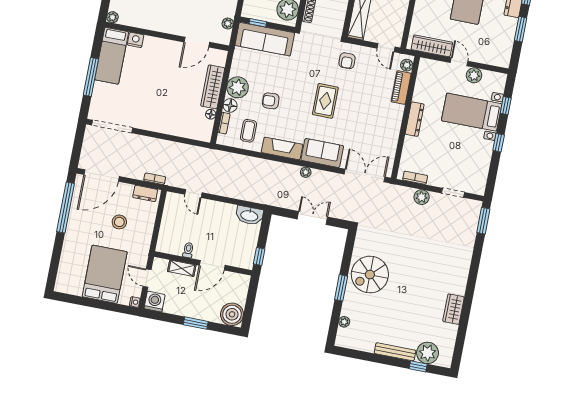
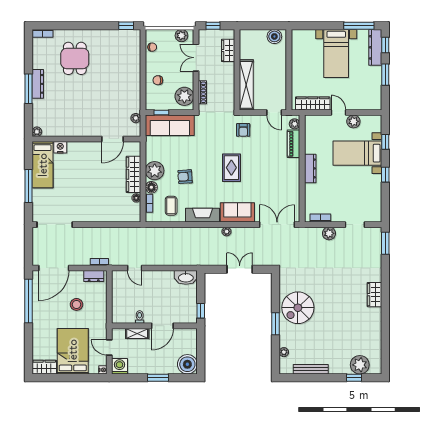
wardrobe: (69, 286) -> (44, 367), added
wardrobe: (453, 309) -> (375, 295), moved
bench: (395, 352) -> (311, 369), moved

